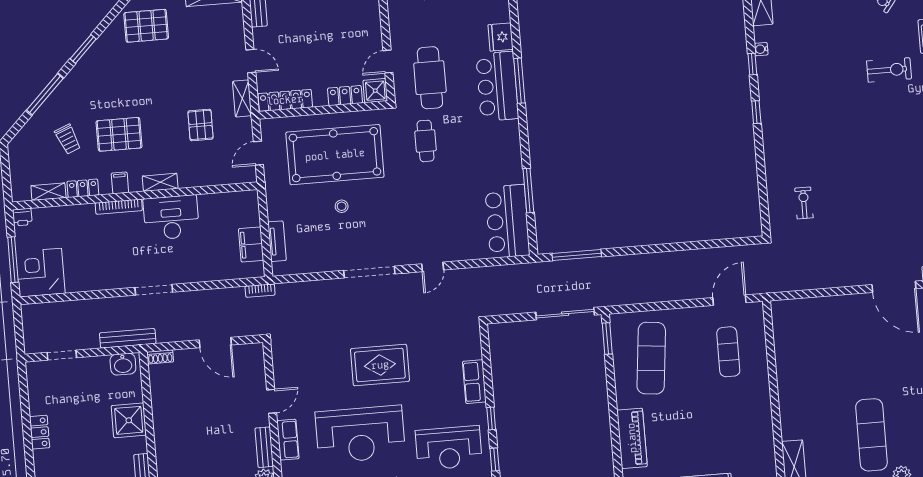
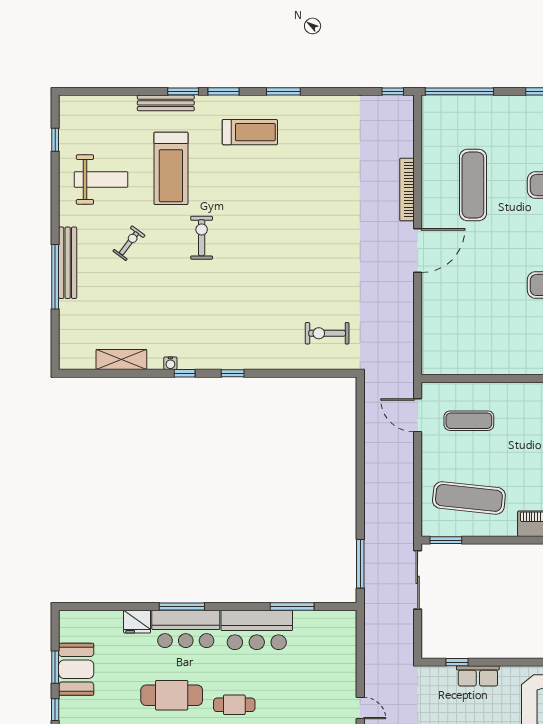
exercise bike: (804, 203) -> (327, 333), width x1.38, depth x1.39
bar counter: (507, 221) -> (257, 630), moved
window: (491, 418) -> (457, 662), moved

